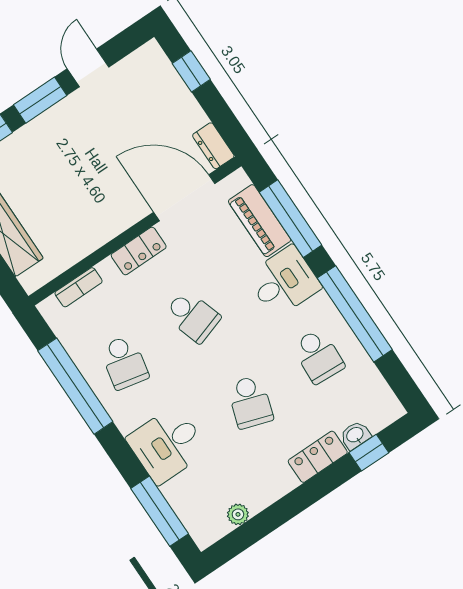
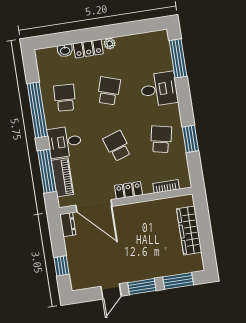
window: (75, 386) -> (190, 139), width x0.47
window: (369, 453) -> (62, 39), removed
plant: (238, 514) -> (110, 44), moved

